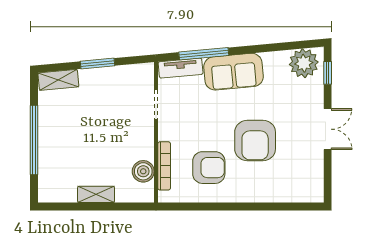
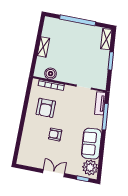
sofa: (233, 72) -> (91, 144), moved
double door: (328, 129) -> (54, 173), swing flipped
armchair: (255, 140) -> (55, 134), width x0.53, depth x0.53

